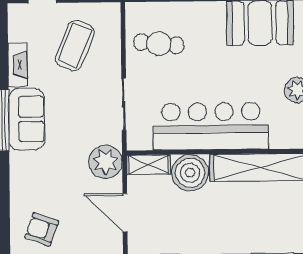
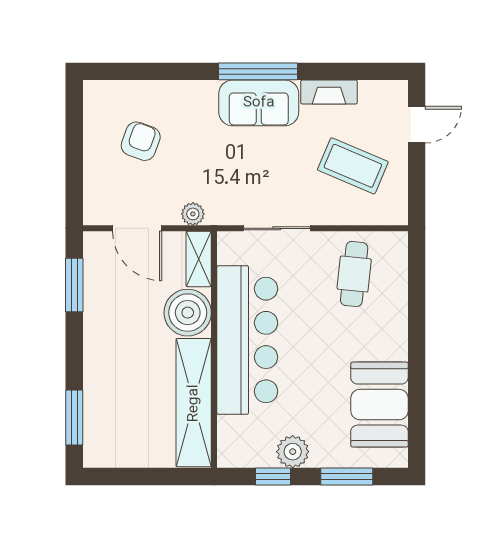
plant: (106, 162) -> (193, 214), width x0.53, depth x0.53
door: (125, 213) -> (137, 228), swing flipped
armchair: (42, 229) -> (141, 141), moved

